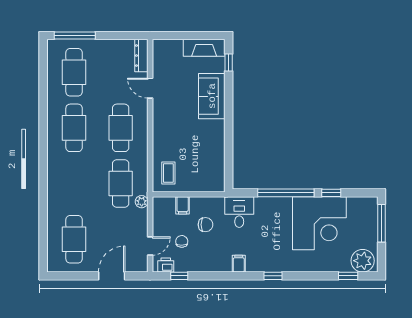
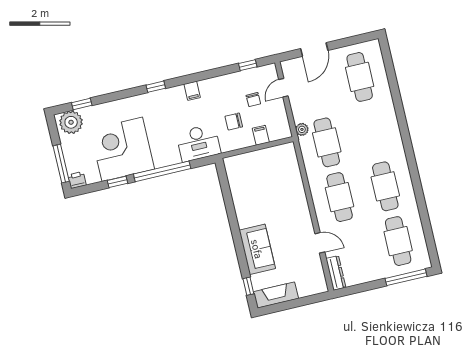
coffee table: (168, 173) -> (282, 164), removed
desk: (239, 212) -> (198, 143), width x1.37
printer: (166, 265) -> (77, 180), moved, turned 180

